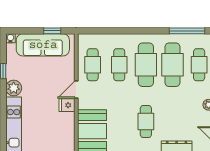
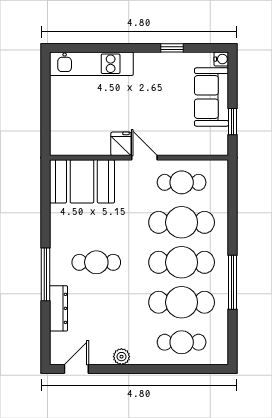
window: (187, 31) -> (232, 282), moved
sofa: (43, 45) -> (211, 97), width x0.73
cafe table: (119, 65) -> (182, 222), width x1.37, depth x1.35
plant: (14, 88) -> (147, 64), removed

